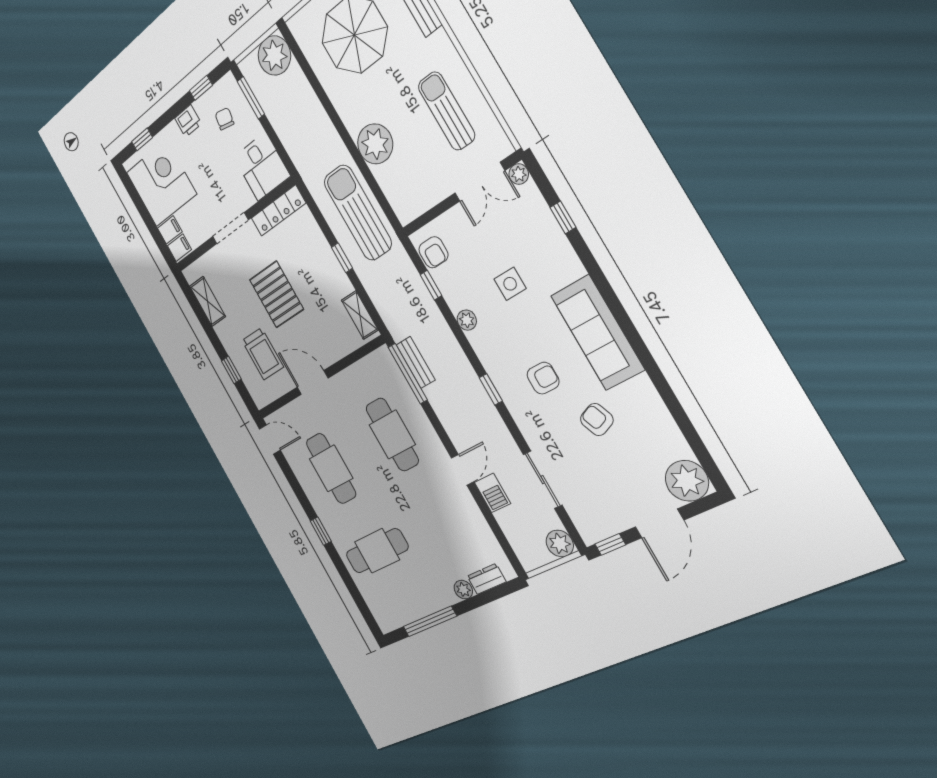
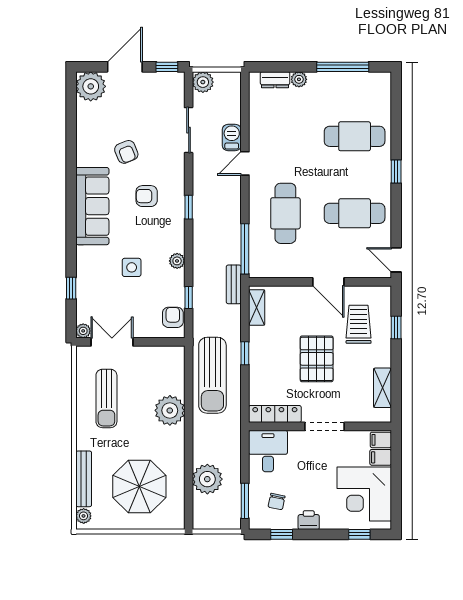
plant: (274, 56) -> (207, 479), moved
bench: (416, 362) -> (234, 284), moved
cafe table: (331, 468) -> (355, 213), turned 90

